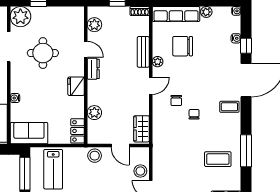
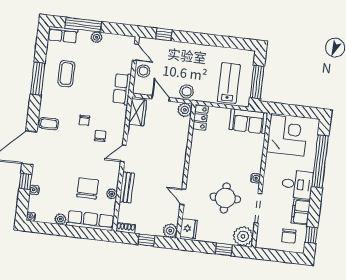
plant: (94, 25) -> (170, 231), moved
chair: (183, 46) -> (88, 188), turned -90
plant: (158, 62) -> (112, 194), moved
dresser: (93, 69) -> (178, 177), removed
fridge: (76, 86) -> (189, 228), moved
water cooler: (15, 98) -> (255, 178), moved
plant: (94, 113) -> (185, 110), moved
row of seats: (160, 150) -> (122, 89), added
coffee table: (218, 159) -> (66, 74), turned 90

